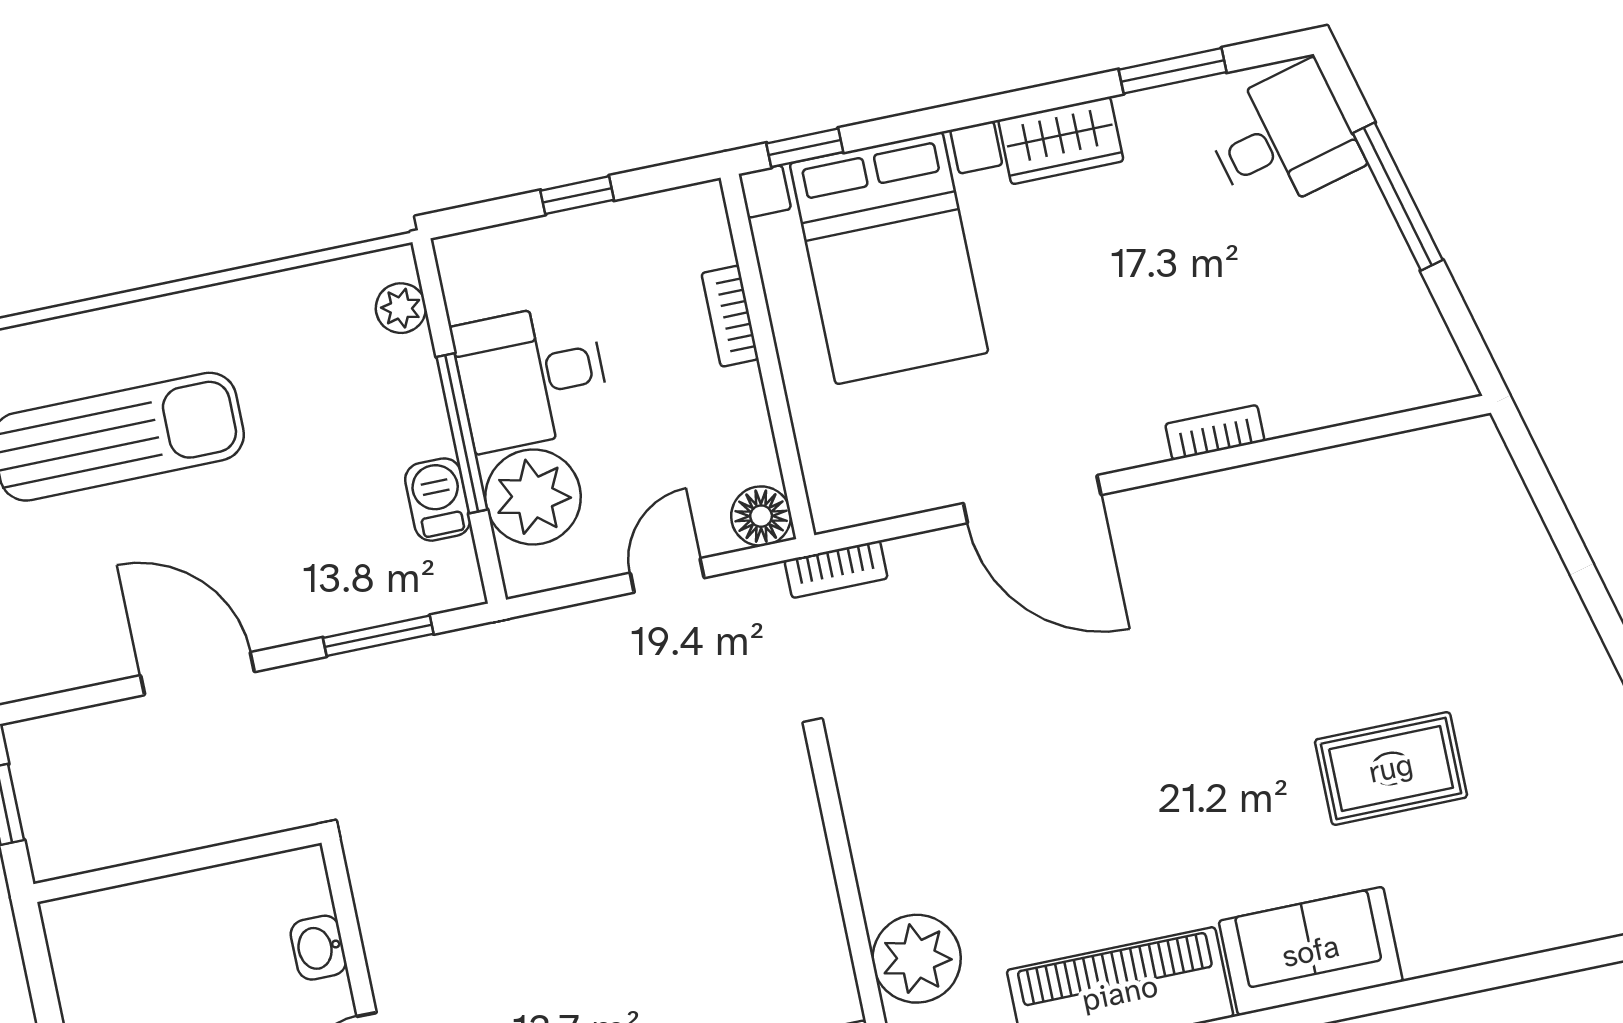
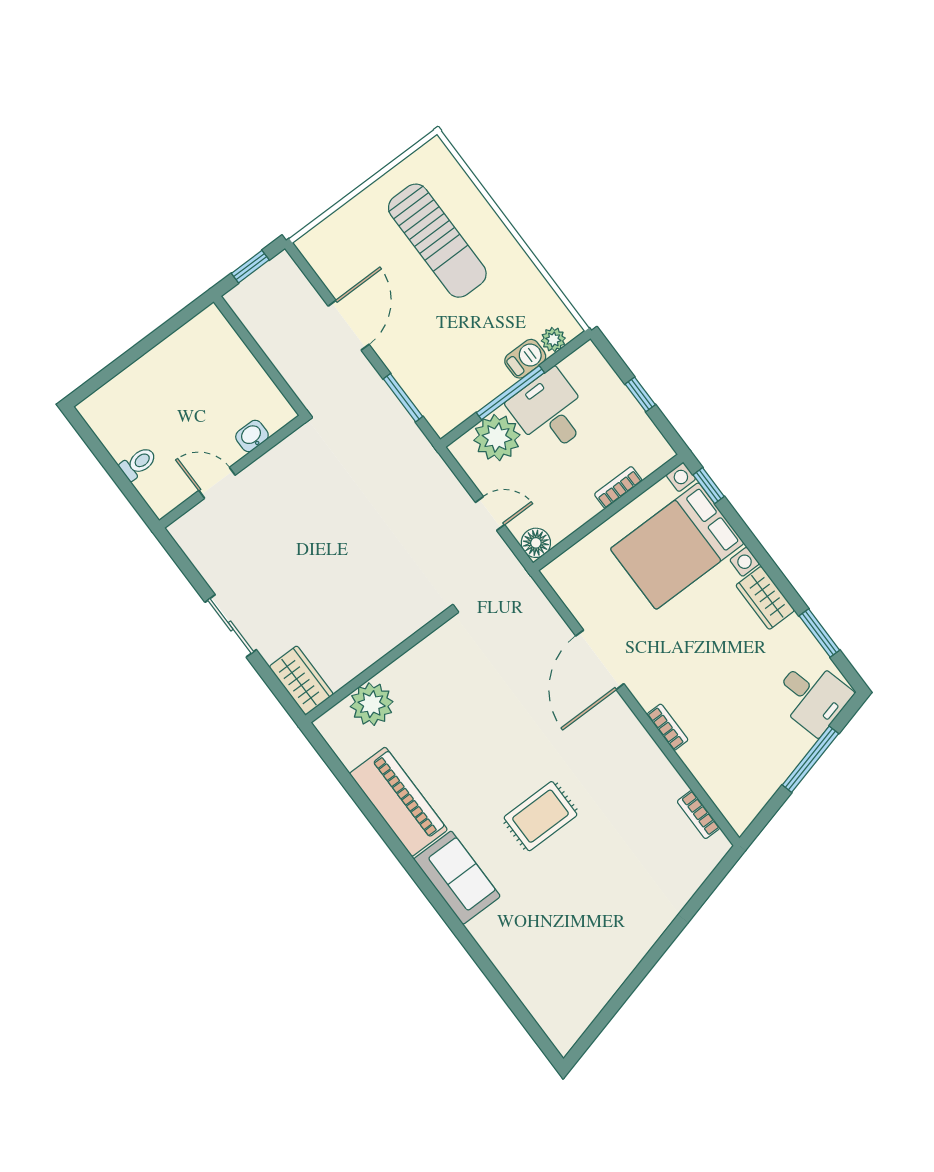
barbecue: (438, 500) -> (525, 359), moved
bookcase: (836, 569) -> (698, 815), moved
rug: (1391, 768) -> (540, 816), moved, turned 90

